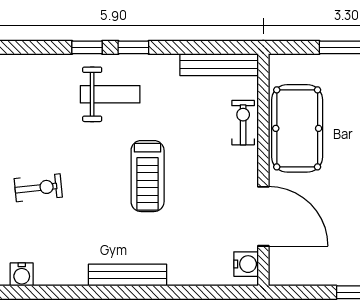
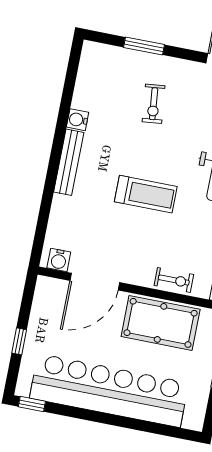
treadmill: (148, 176) -> (146, 194), turned 180
water cooler: (22, 274) -> (78, 120), moved

